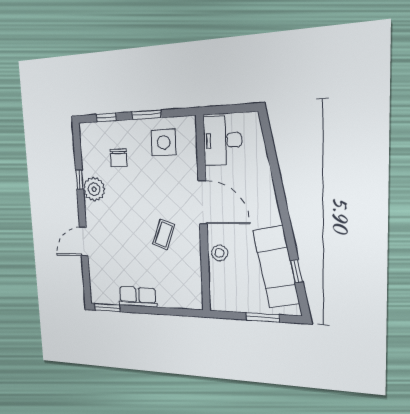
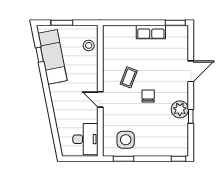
window: (147, 115) -> (124, 159), moved
window: (106, 117) -> (178, 159), moved
chair: (119, 158) -> (148, 96), moved
door: (203, 202) -> (100, 99), width x0.53
stool: (220, 253) -> (89, 45), moved

